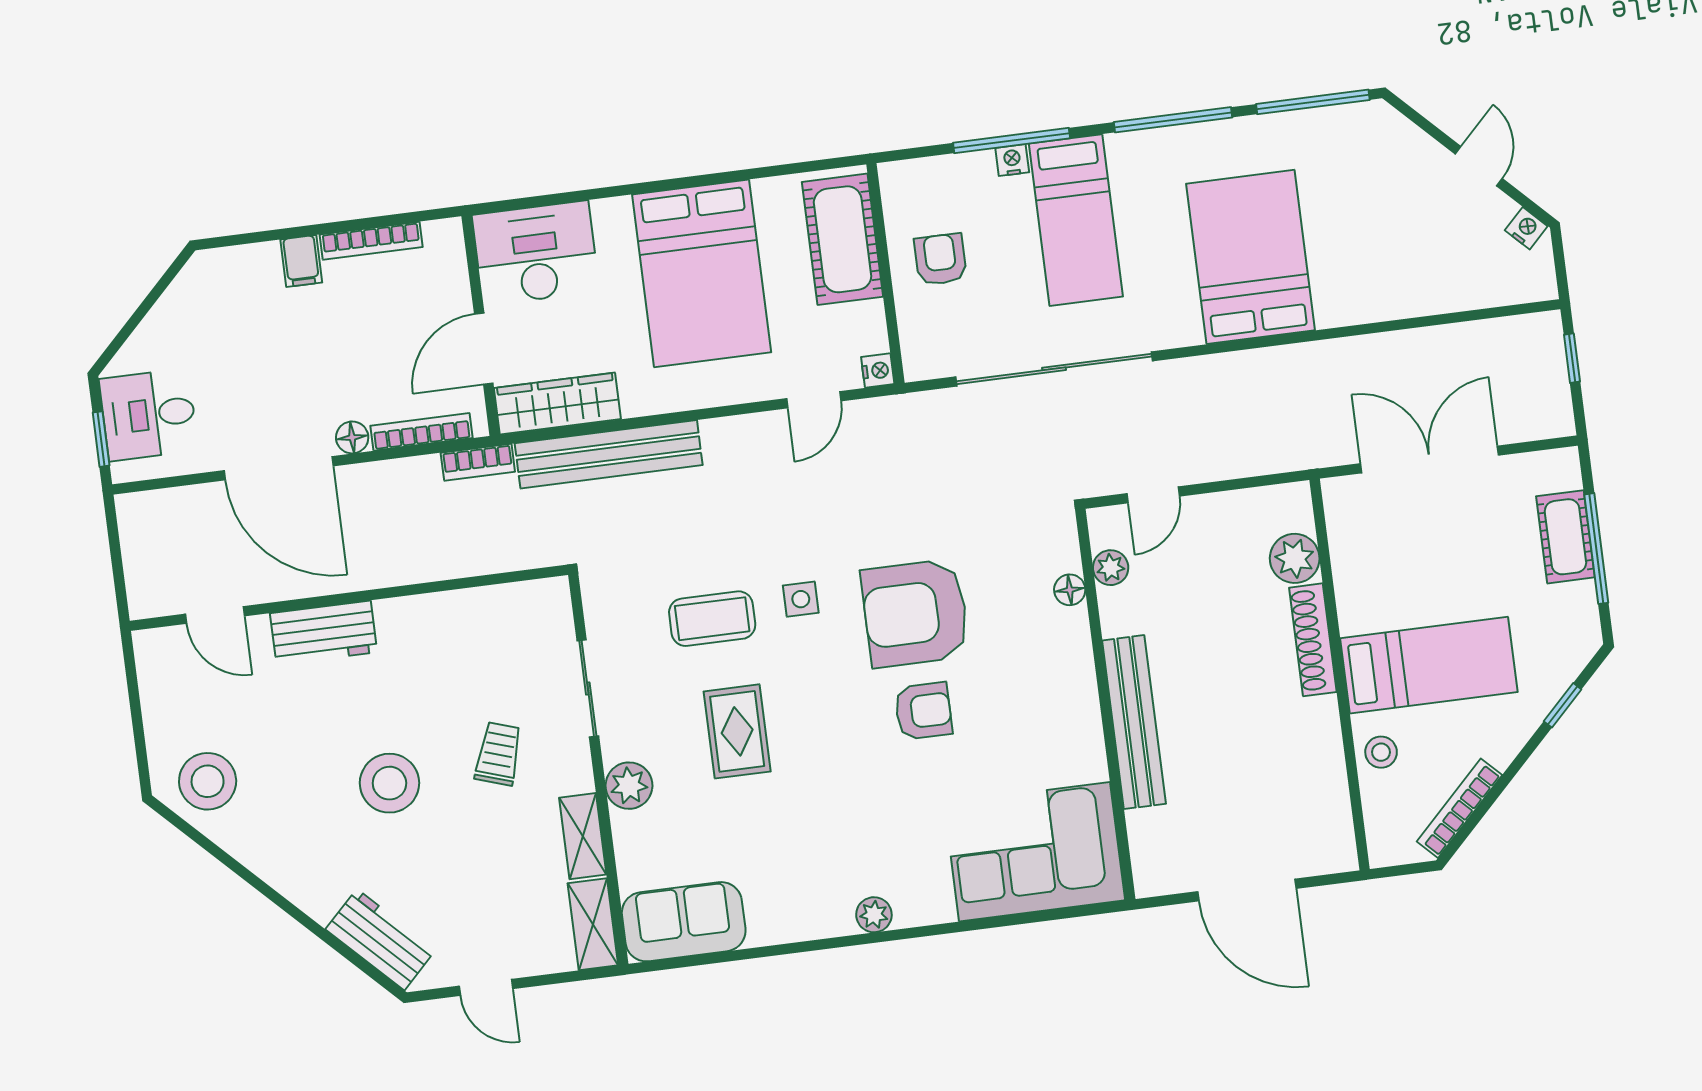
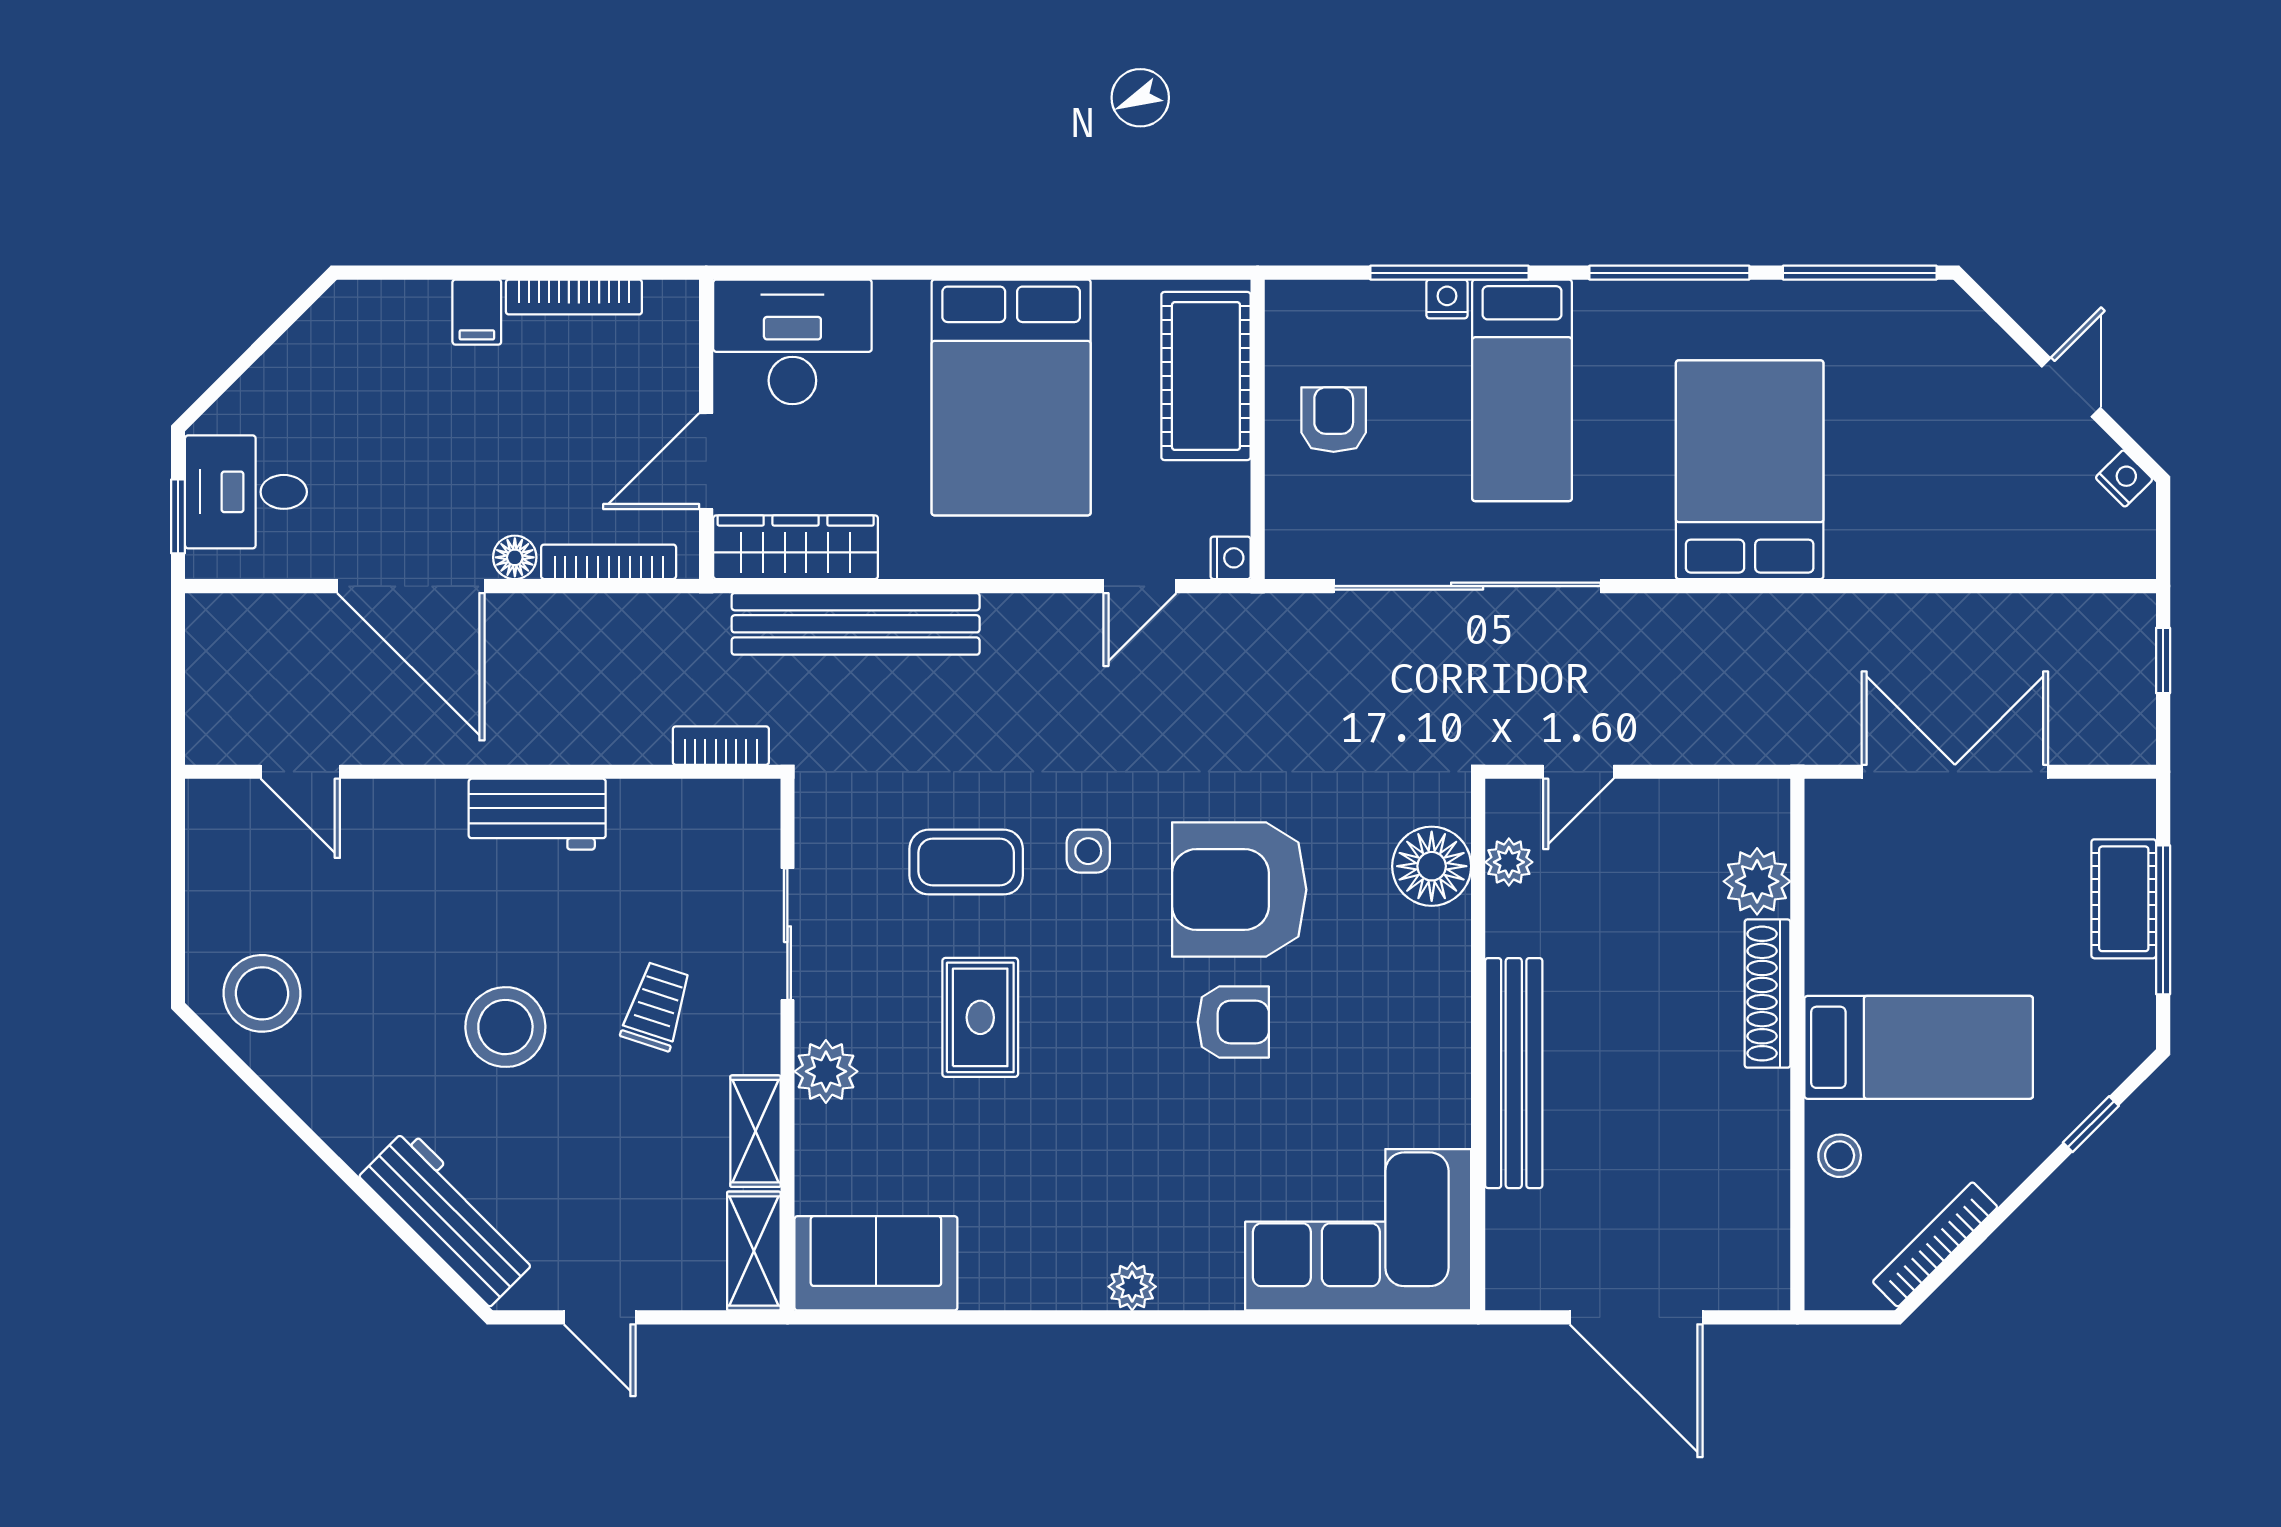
bookcase: (478, 462) -> (721, 746), moved, turned 180
floor lamp: (1070, 590) -> (1432, 866), width x1.89, depth x1.89
workbench: (324, 633) -> (537, 814), moved
workbench: (381, 940) -> (449, 1217), width x1.38

